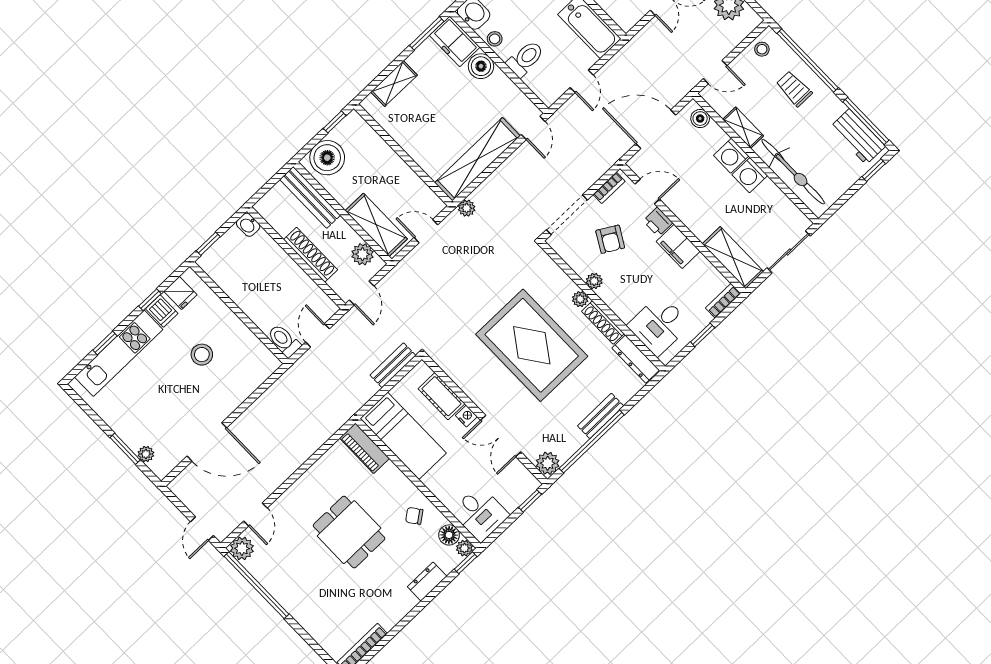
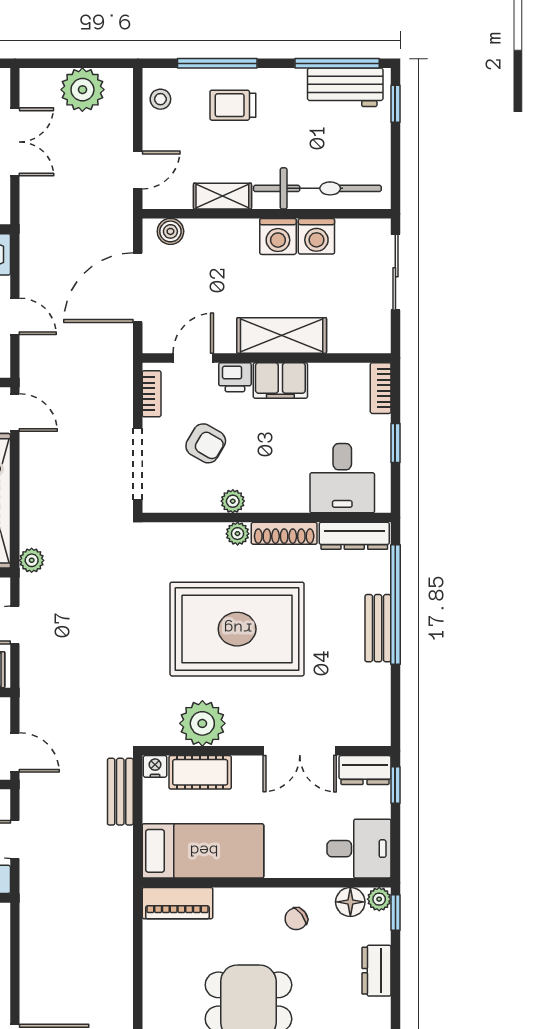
window: (808, 60) -> (217, 63), width x0.68
washing machine: (731, 156) -> (316, 236), moved
shelving: (733, 258) -> (282, 335), moved
nightstand: (466, 416) -> (155, 766), moved
window: (592, 442) -> (395, 605), moved
plant: (548, 463) -> (202, 723), moved, width x1.36, depth x1.36
dresser: (523, 478) -> (365, 770), added

